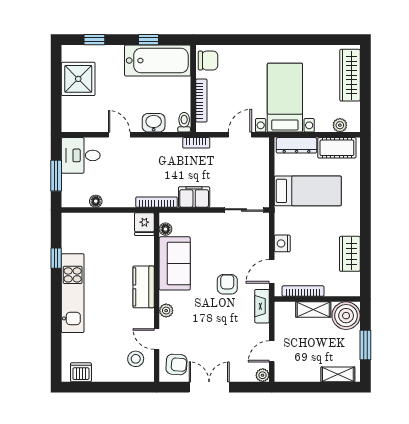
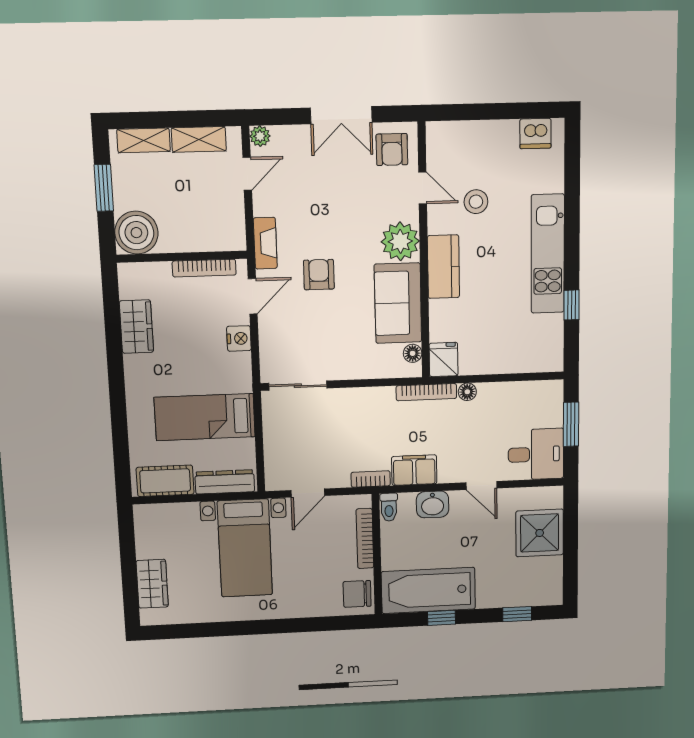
wardrobe: (350, 75) -> (152, 584), width x0.67
shower: (78, 79) -> (540, 533), moved
plant: (340, 125) -> (163, 513), removed
filing cabinet: (194, 197) -> (414, 470), moved, turned 180
floor lamp: (96, 201) -> (467, 392), moved
armchair: (227, 284) -> (319, 275), turned 180
shelving: (313, 309) -> (199, 139), moved
plant: (166, 311) -> (400, 241), width x1.88, depth x1.88
stool: (136, 359) -> (476, 202), moved
armchair: (176, 364) -> (392, 150), turned -94

